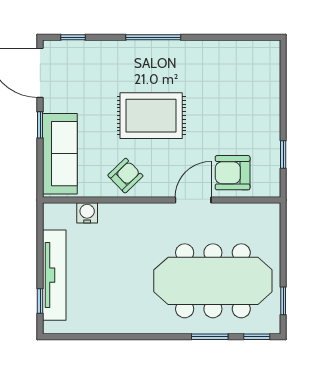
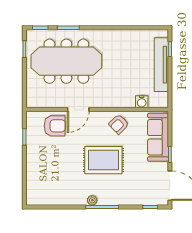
plant: (170, 48) -> (92, 200), added

